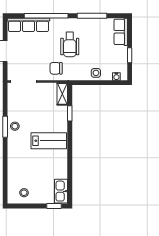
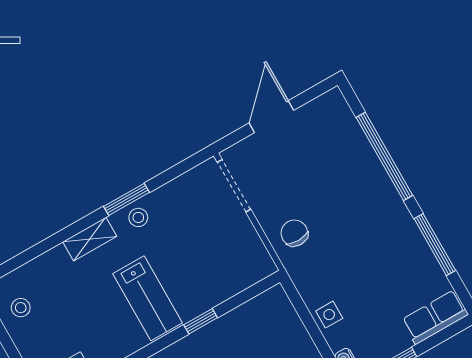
row of seats: (28, 25) -> (348, 133), removed
wheelchair: (70, 45) -> (355, 233), removed
shelving: (62, 94) -> (90, 239), moved
window: (70, 113) -> (201, 321), moved

